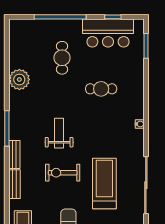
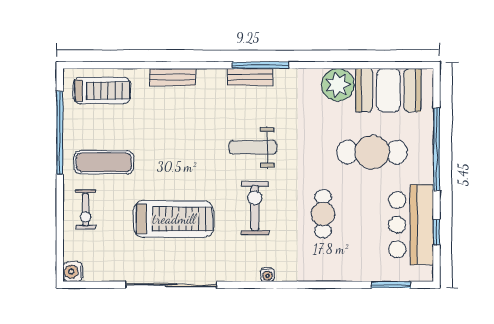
booth: (23, 47) -> (388, 90), added
cafe table: (62, 58) -> (372, 152), width x1.37, depth x1.35
weight bench: (59, 133) -> (253, 147), turned 180
bench: (14, 154) -> (250, 77), moved
exercise bike: (63, 173) -> (255, 208), moved

